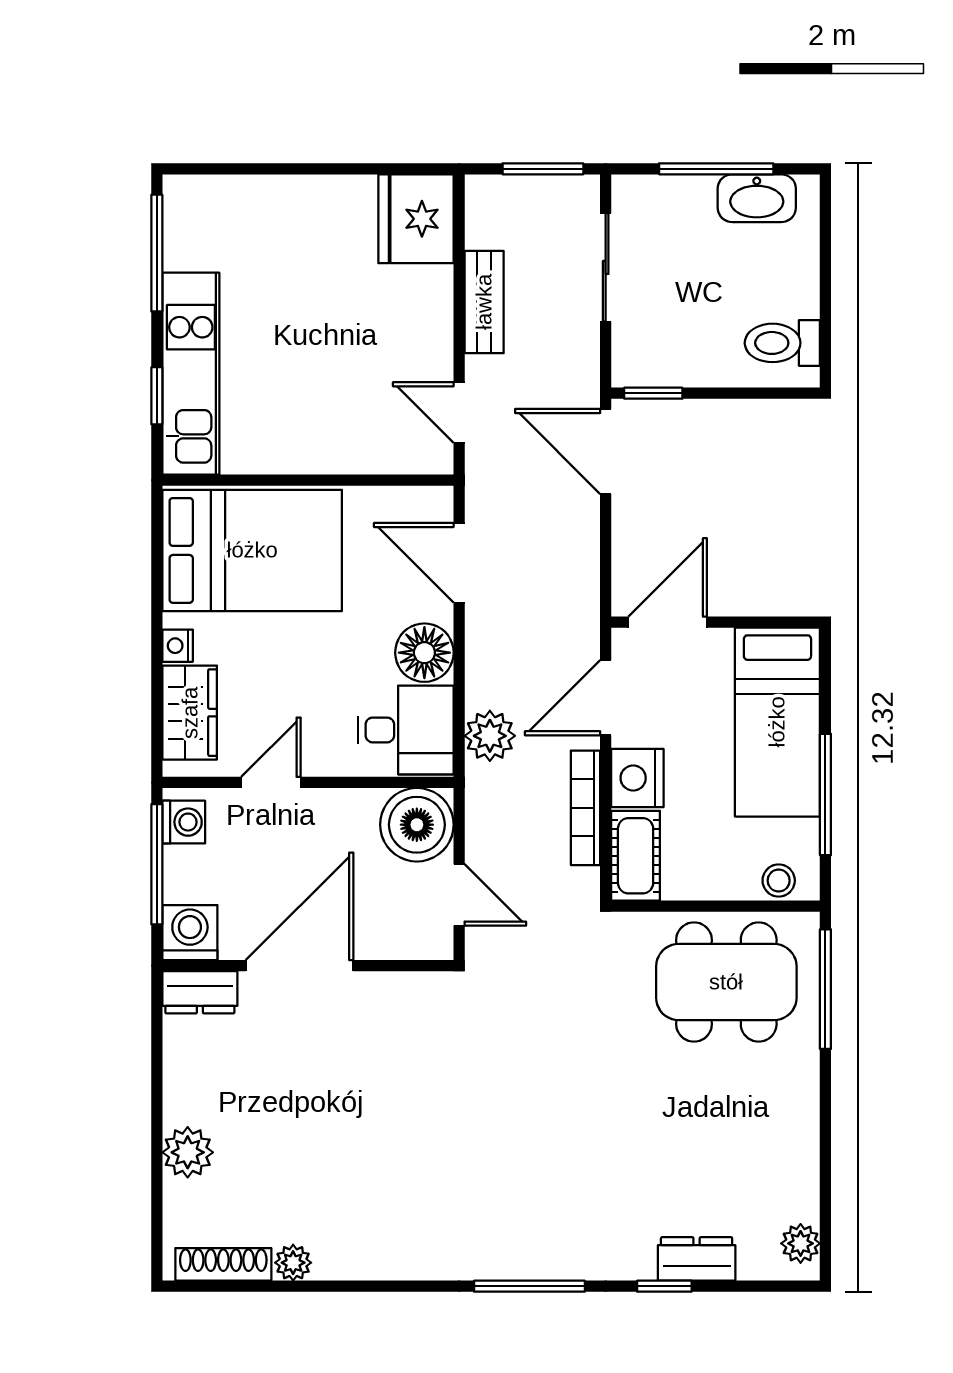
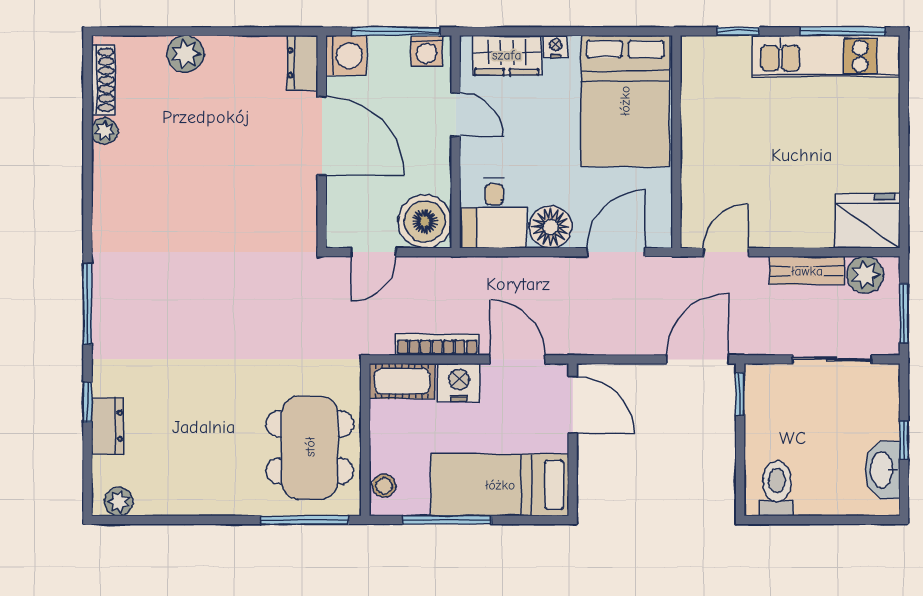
window: (716, 169) -> (904, 440), width x0.46
kitchen unit: (191, 374) -> (826, 56), moved
plant: (490, 736) -> (865, 275), moved

